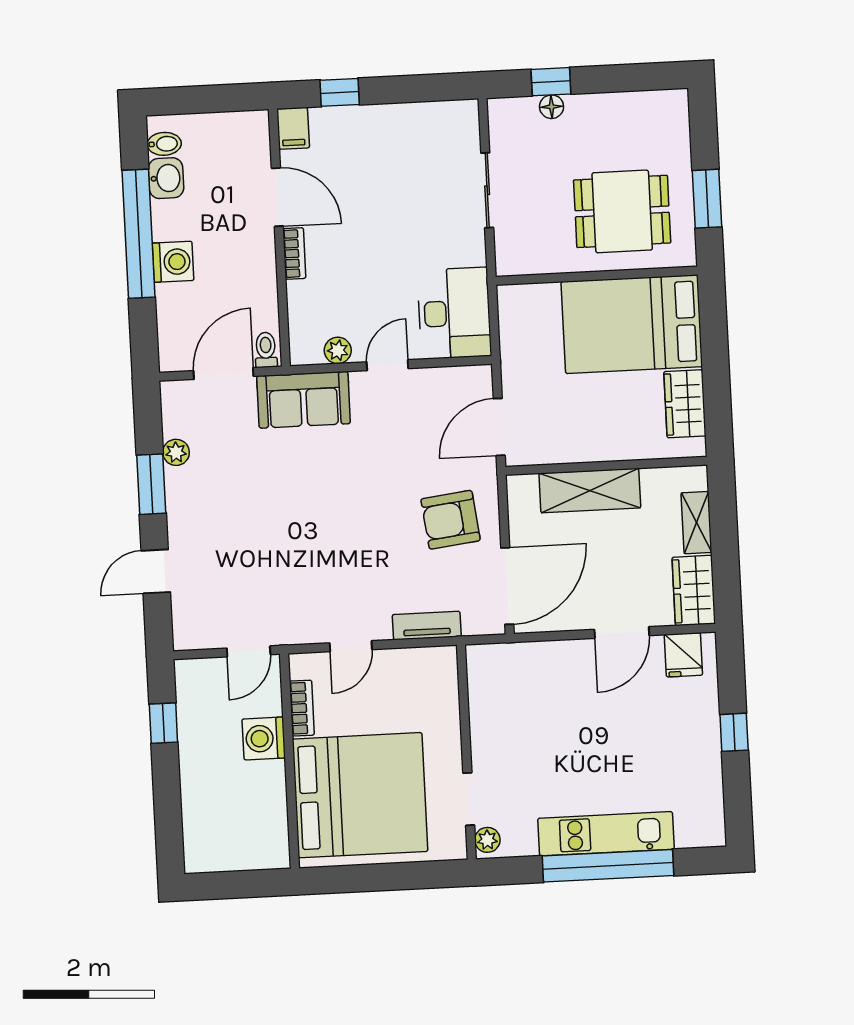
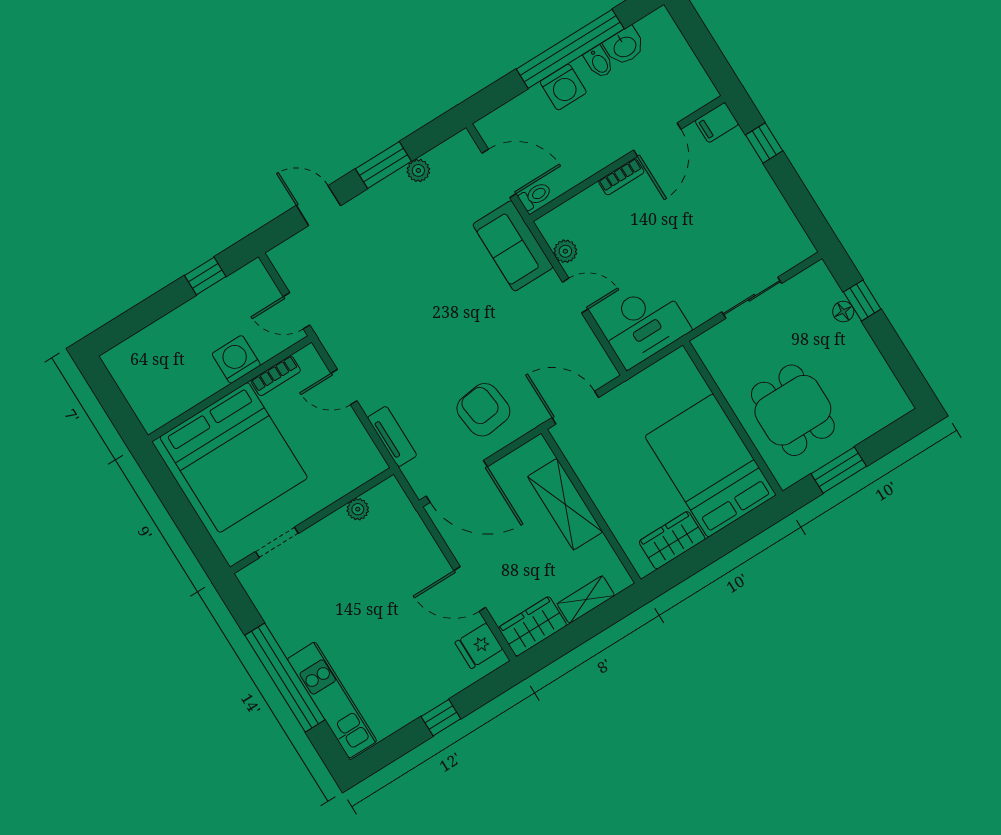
bidet: (164, 144) -> (599, 62), moved
kitchen unit: (606, 834) -> (332, 700), moved
plant: (487, 840) -> (358, 509), moved

